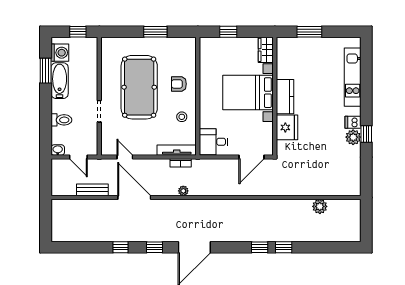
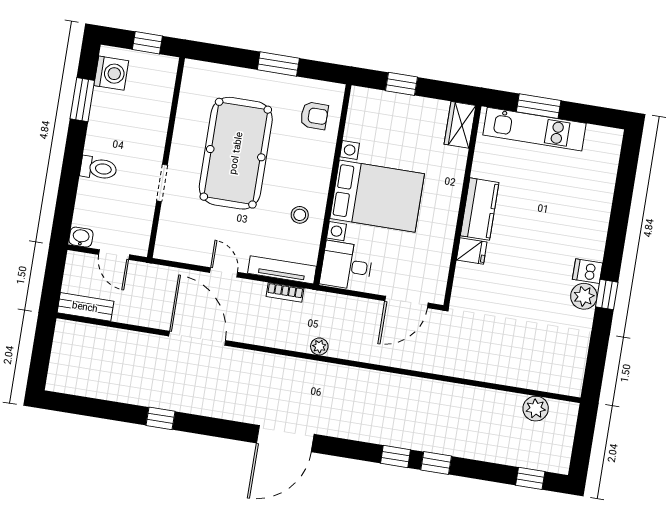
kitchen unit: (353, 77) -> (535, 129), moved, turned -90
bathtub: (60, 81) -> (103, 120), removed
armchair: (179, 84) -> (314, 116), moved, turned 180
bed with nightstands: (248, 93) -> (377, 196), moved, turned 180
toilet: (61, 120) -> (98, 168), moved
fridge: (287, 127) -> (472, 251), width x0.53, depth x0.75
door: (125, 157) -> (224, 272), moved
bench: (92, 190) -> (85, 307), moved
plant: (183, 191) -> (319, 346), moved
plant: (320, 206) -> (536, 409), moved
window: (154, 247) -> (530, 478), moved

